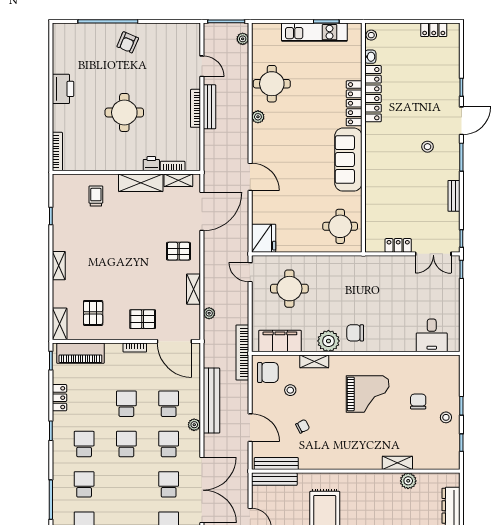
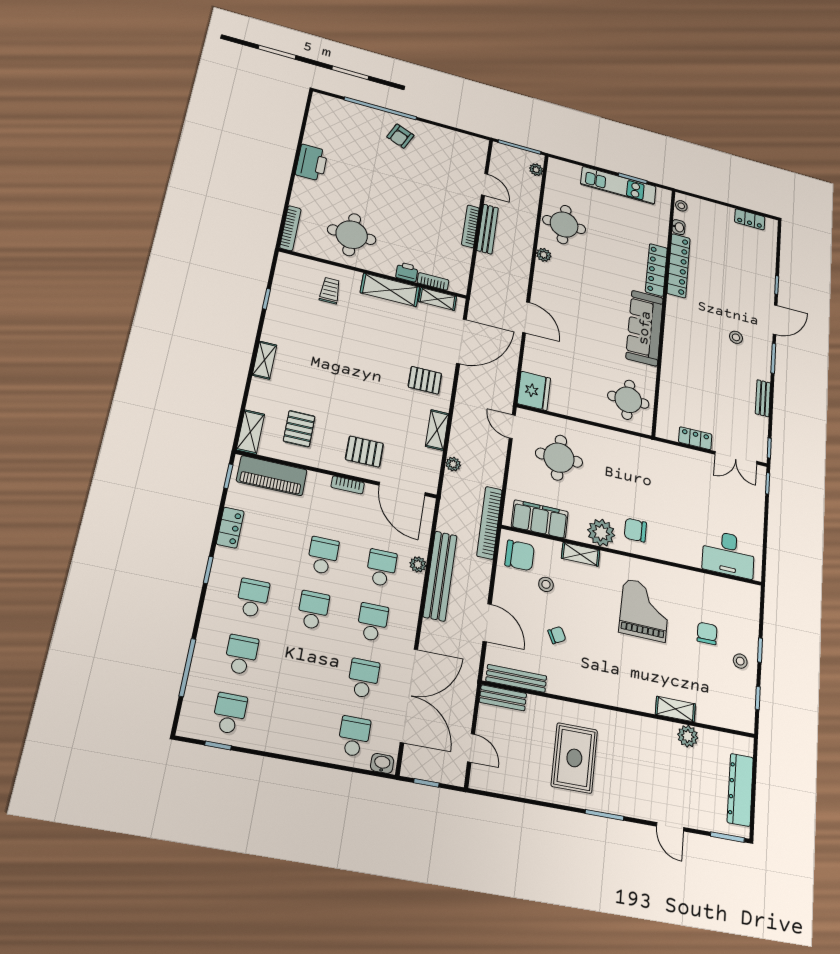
round table: (124, 112) -> (352, 235), moved
desk: (432, 335) -> (728, 554), width x1.37
grand piano: (368, 394) -> (644, 610), turned -89
plant: (194, 425) -> (418, 564), moved
bench: (274, 479) -> (503, 698), width x0.73

